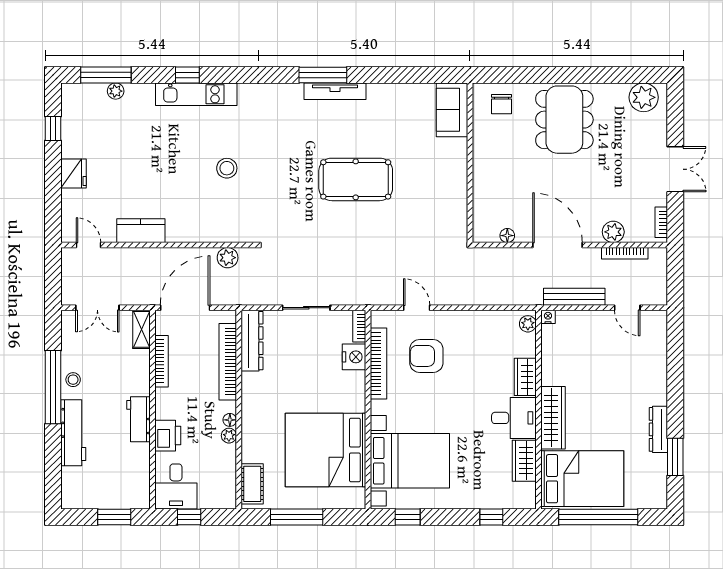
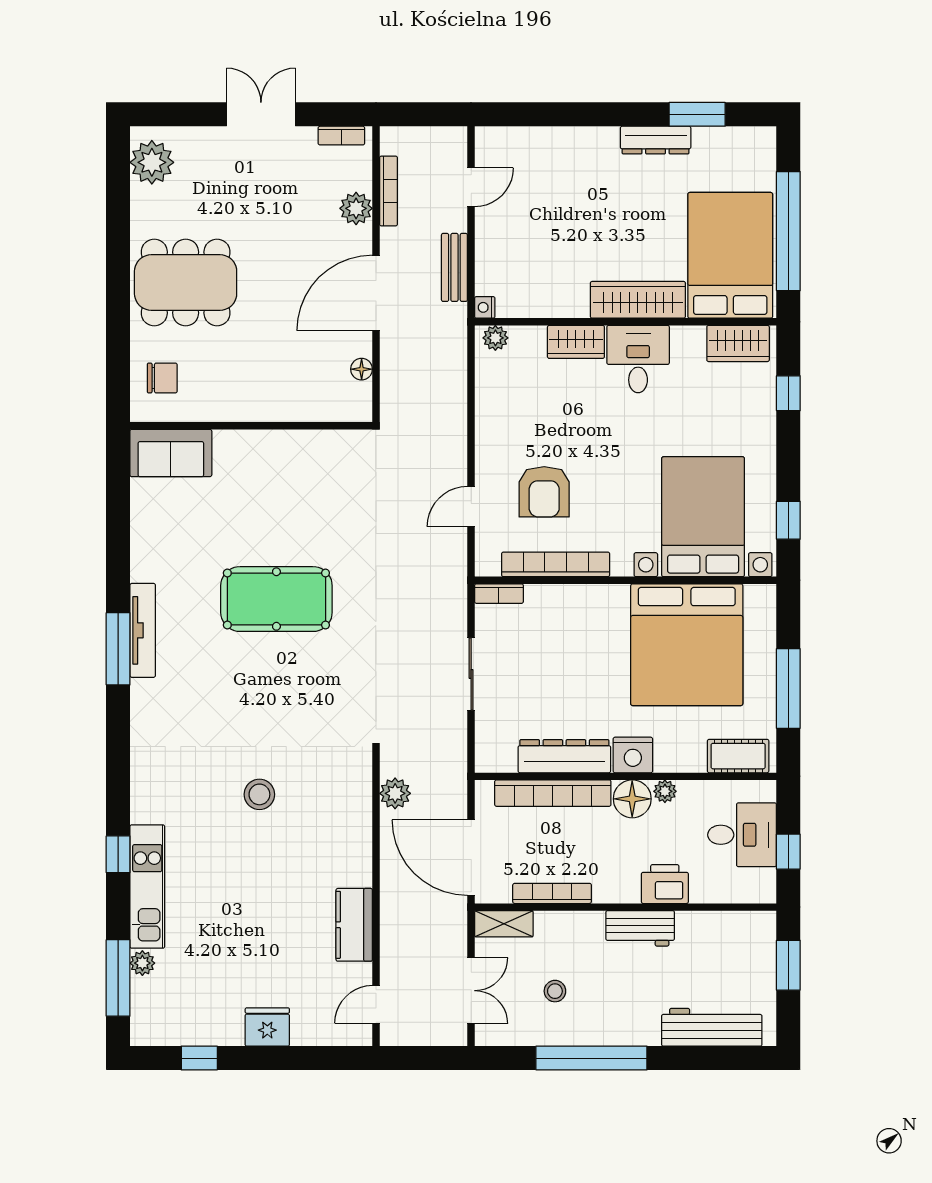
kitchen unit: (196, 94) -> (147, 887), moved
pool table: (356, 179) -> (276, 599), turned 90
bench: (574, 297) -> (454, 267), width x0.73
dresser: (252, 341) -> (564, 756), moved
nightstand: (354, 357) -> (633, 755), moved, turned 180
stool: (73, 380) -> (555, 991), moved
floor lamp: (230, 420) -> (632, 799), width x1.89, depth x1.89
workbench: (73, 433) -> (712, 1027), moved
wardrobe: (524, 461) -> (738, 343), moved
desk: (176, 486) -> (742, 835), moved

